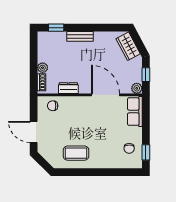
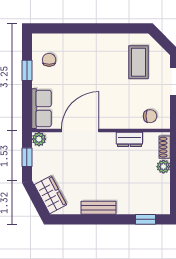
bench: (80, 36) -> (99, 208), moved
door: (106, 95) -> (80, 130), swing flipped
window: (146, 152) -> (27, 70), moved
coffee table: (76, 153) -> (138, 62), moved, turned 90

